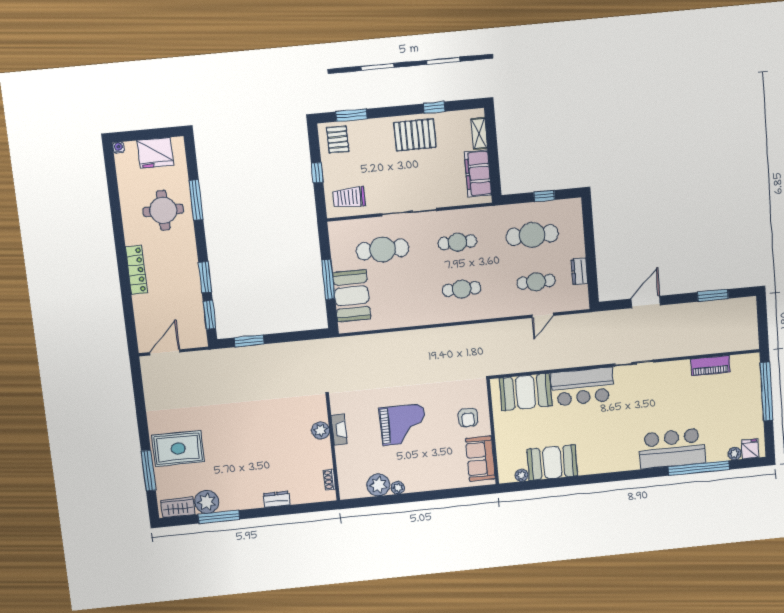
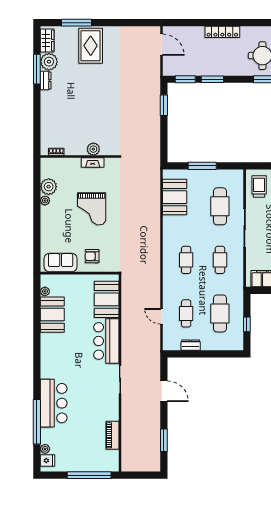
booth: (352, 296) -> (175, 197), moved, turned 90
dresser: (276, 499) -> (46, 81), moved

